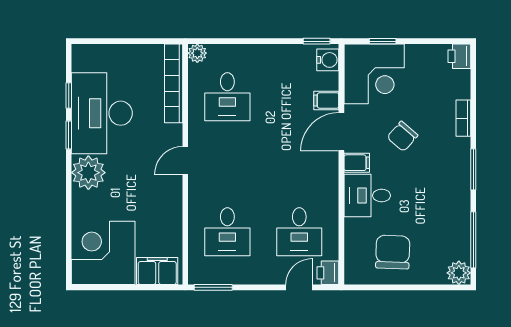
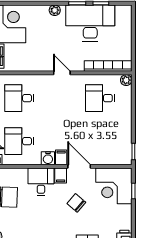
water cooler: (328, 60) -> (48, 158), moved
filing cabinet: (326, 100) -> (61, 157), moved
plant: (88, 173) -> (55, 10), width x0.53, depth x0.53

